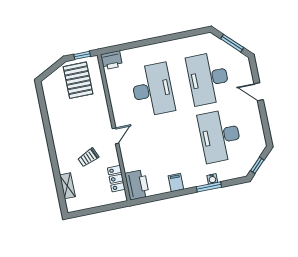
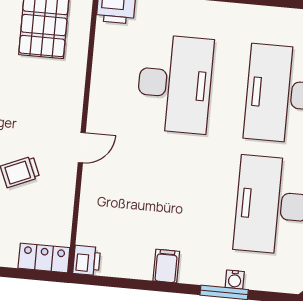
locker: (116, 179) -> (44, 258), moved, turned 90
printer: (137, 185) -> (87, 260), width x0.53, depth x0.68

